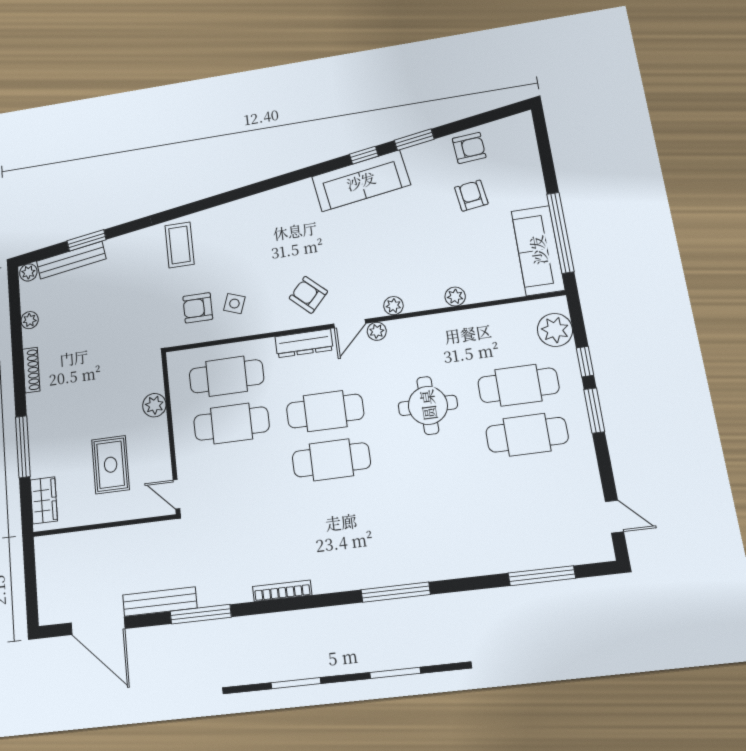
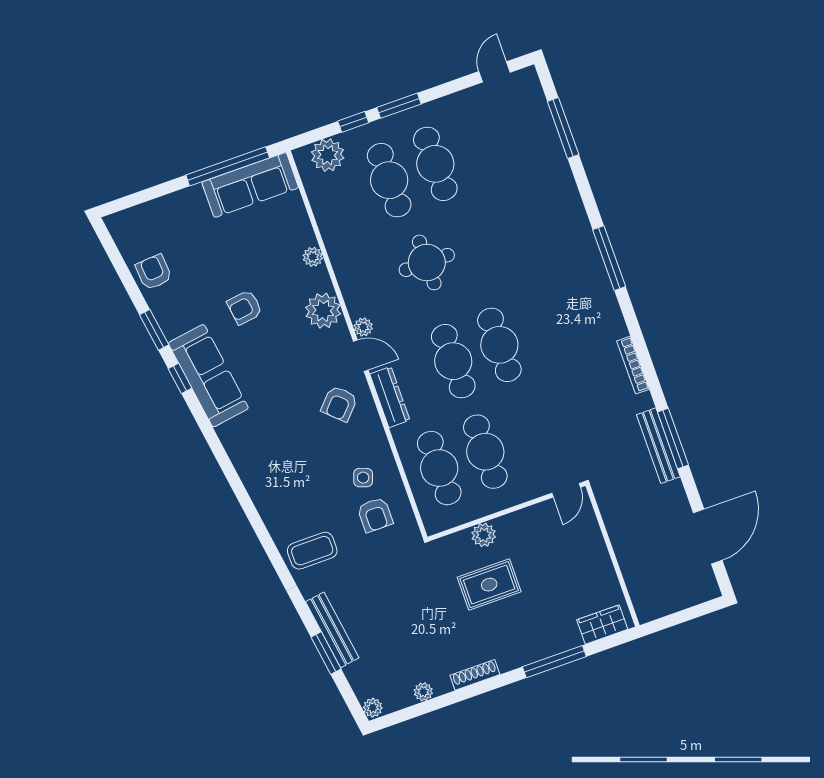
armchair: (471, 196) -> (245, 307), moved
bench: (71, 260) -> (332, 630), moved
plant: (393, 306) -> (323, 311), width x1.87, depth x1.87
rug: (111, 465) -> (489, 585), moved
bench: (160, 602) -> (658, 446), moved

